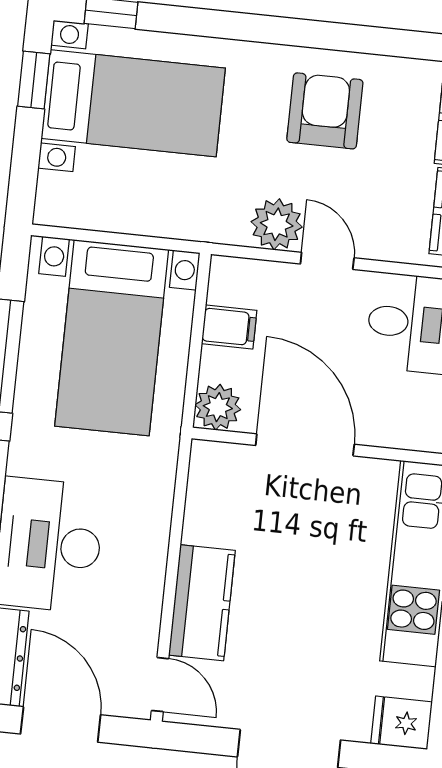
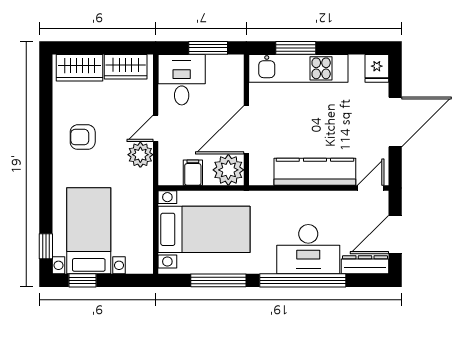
armchair: (325, 111) -> (83, 137), width x0.72, depth x0.72
plant: (218, 407) -> (228, 170), width x1.36, depth x1.36
kitchen counter: (202, 603) -> (315, 172), width x1.50

